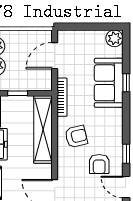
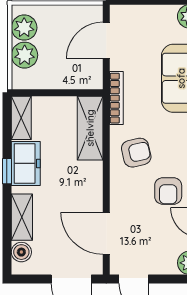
window: (18, 93) -> (55, 93), removed
shelving: (43, 129) -> (90, 128), width x0.68

